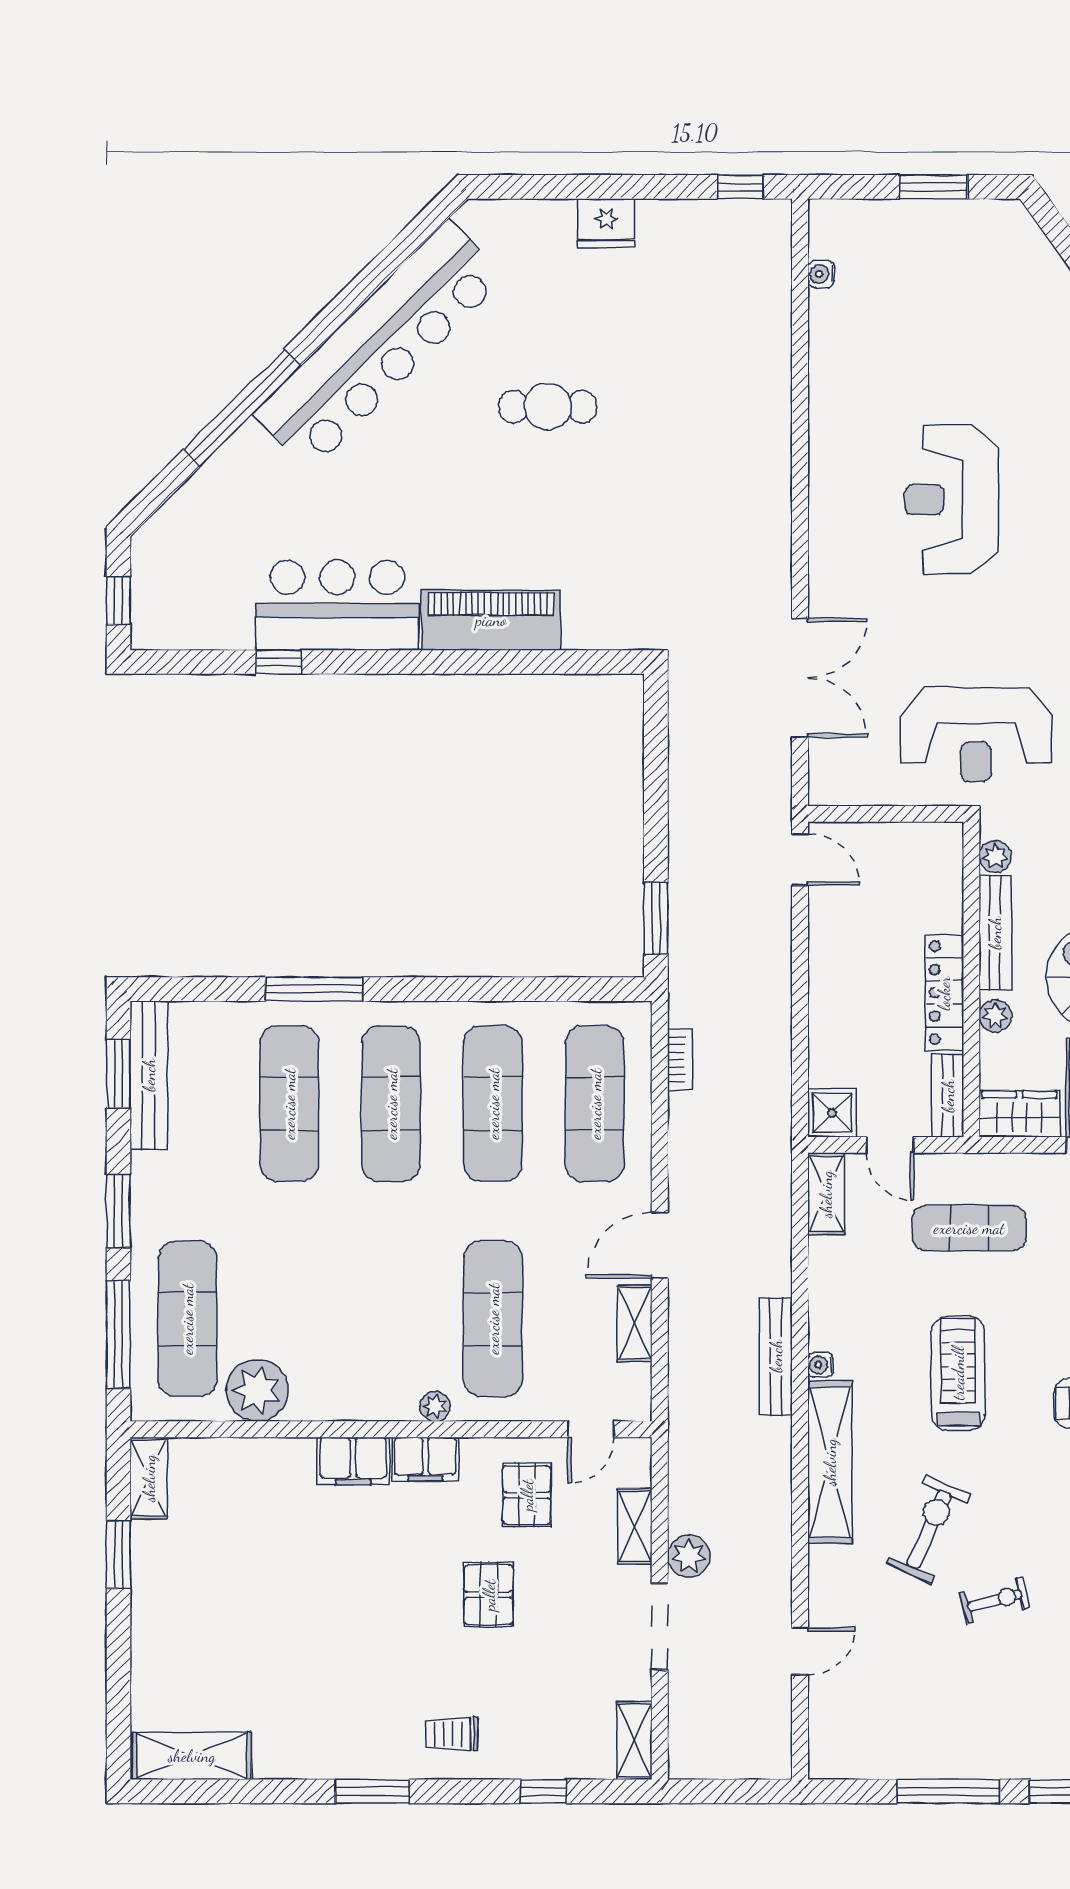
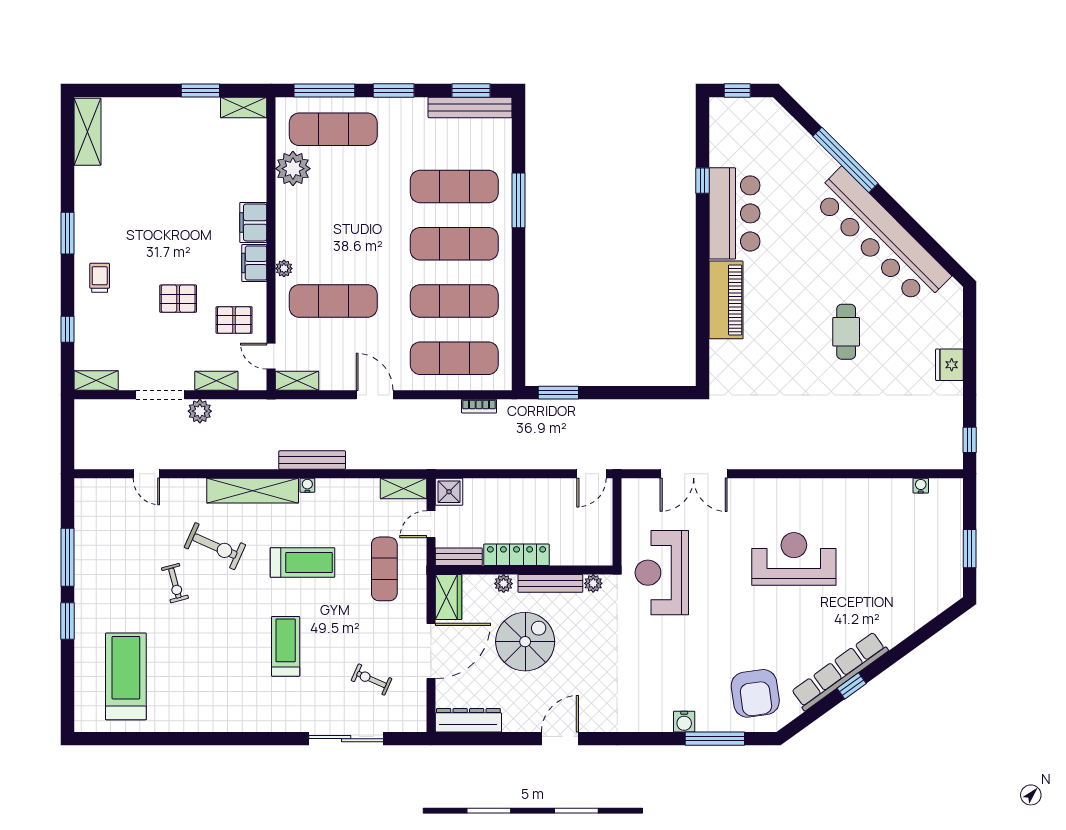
shelving: (635, 1323) -> (297, 381), moved

